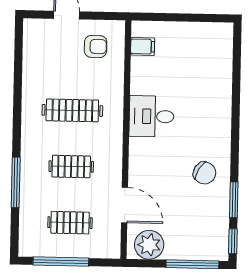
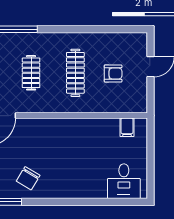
armchair: (96, 46) -> (113, 73), moved, turned -90
desk: (151, 116) -> (124, 181), moved, turned 180

